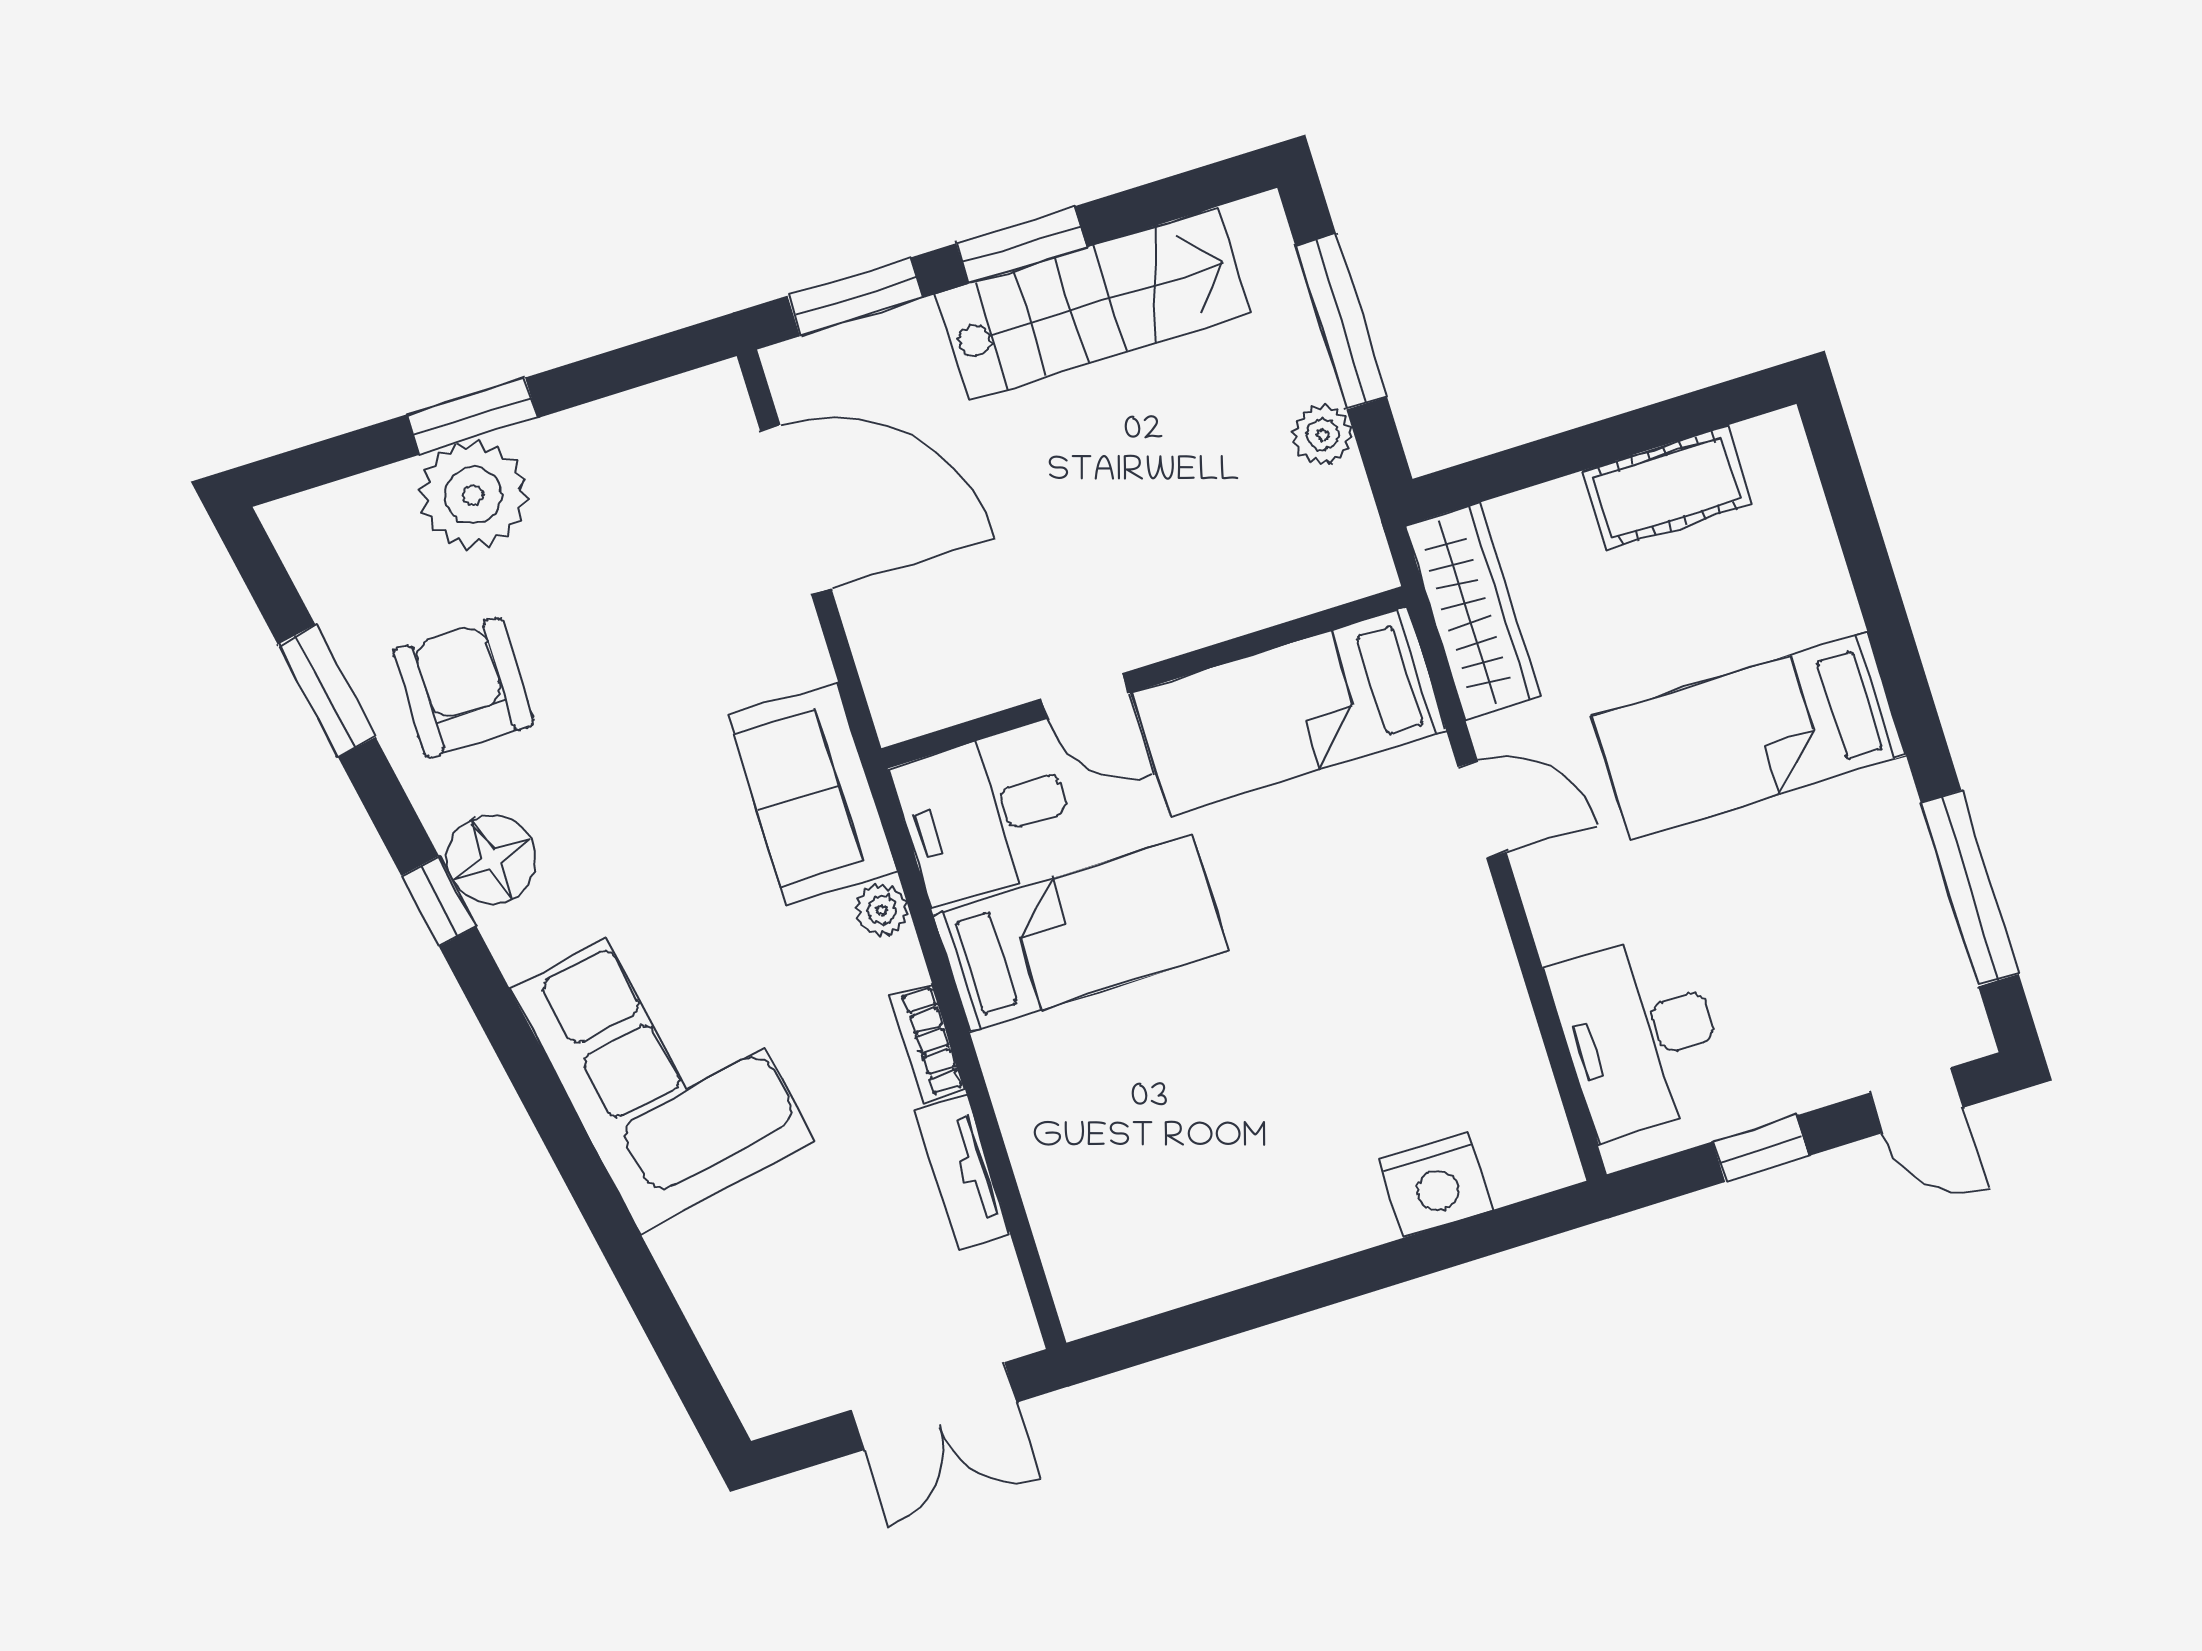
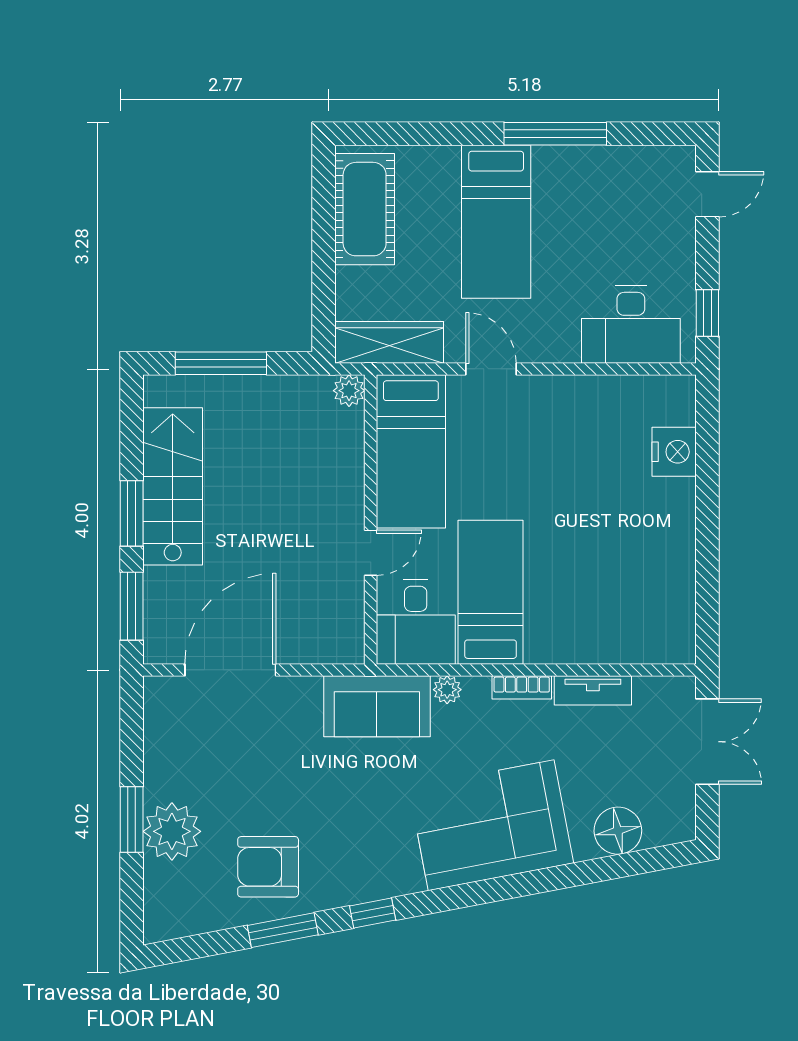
plant: (1323, 435) -> (349, 391), moved
cot: (1667, 488) -> (365, 209), width x1.37, depth x1.34
window: (327, 691) -> (283, 930), moved
door: (1482, 809) -> (491, 369), hinge flipped
floor lamp: (491, 859) -> (618, 831), moved
window: (1970, 888) -> (555, 134), moved
window: (1761, 1149) -> (707, 313), moved

